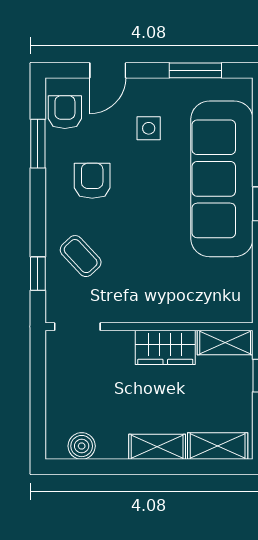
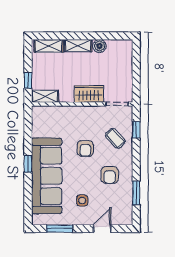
armchair: (65, 112) -> (85, 149), moved
wardrobe: (165, 347) -> (89, 94), moved
boiler: (82, 446) -> (99, 46), moved

